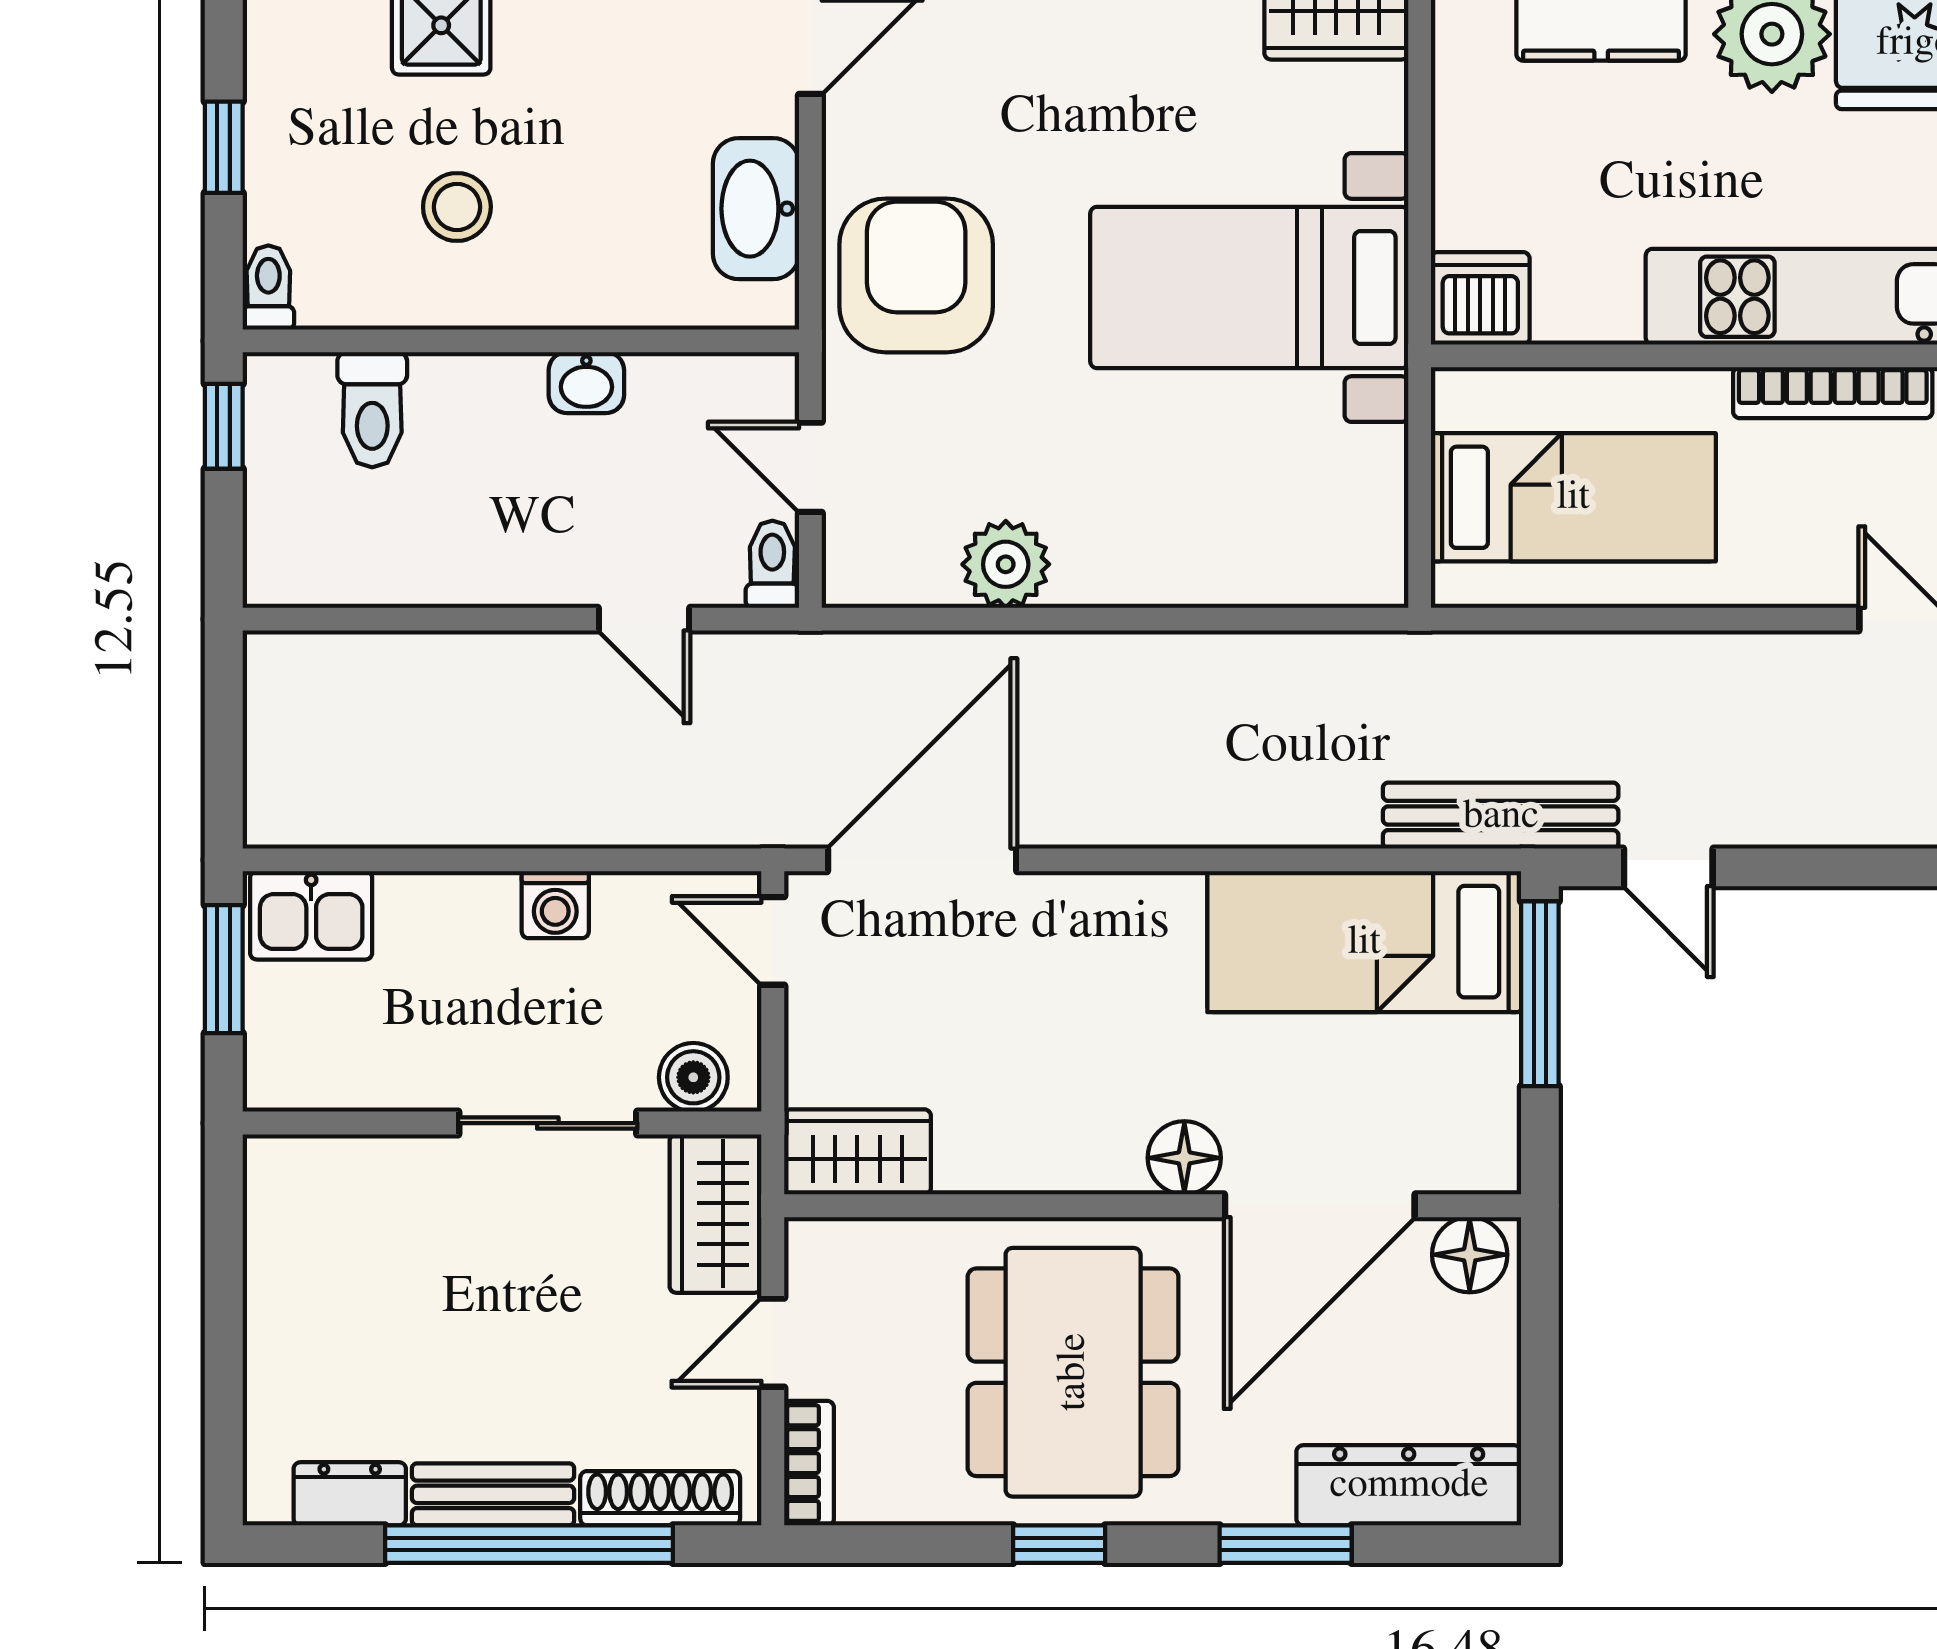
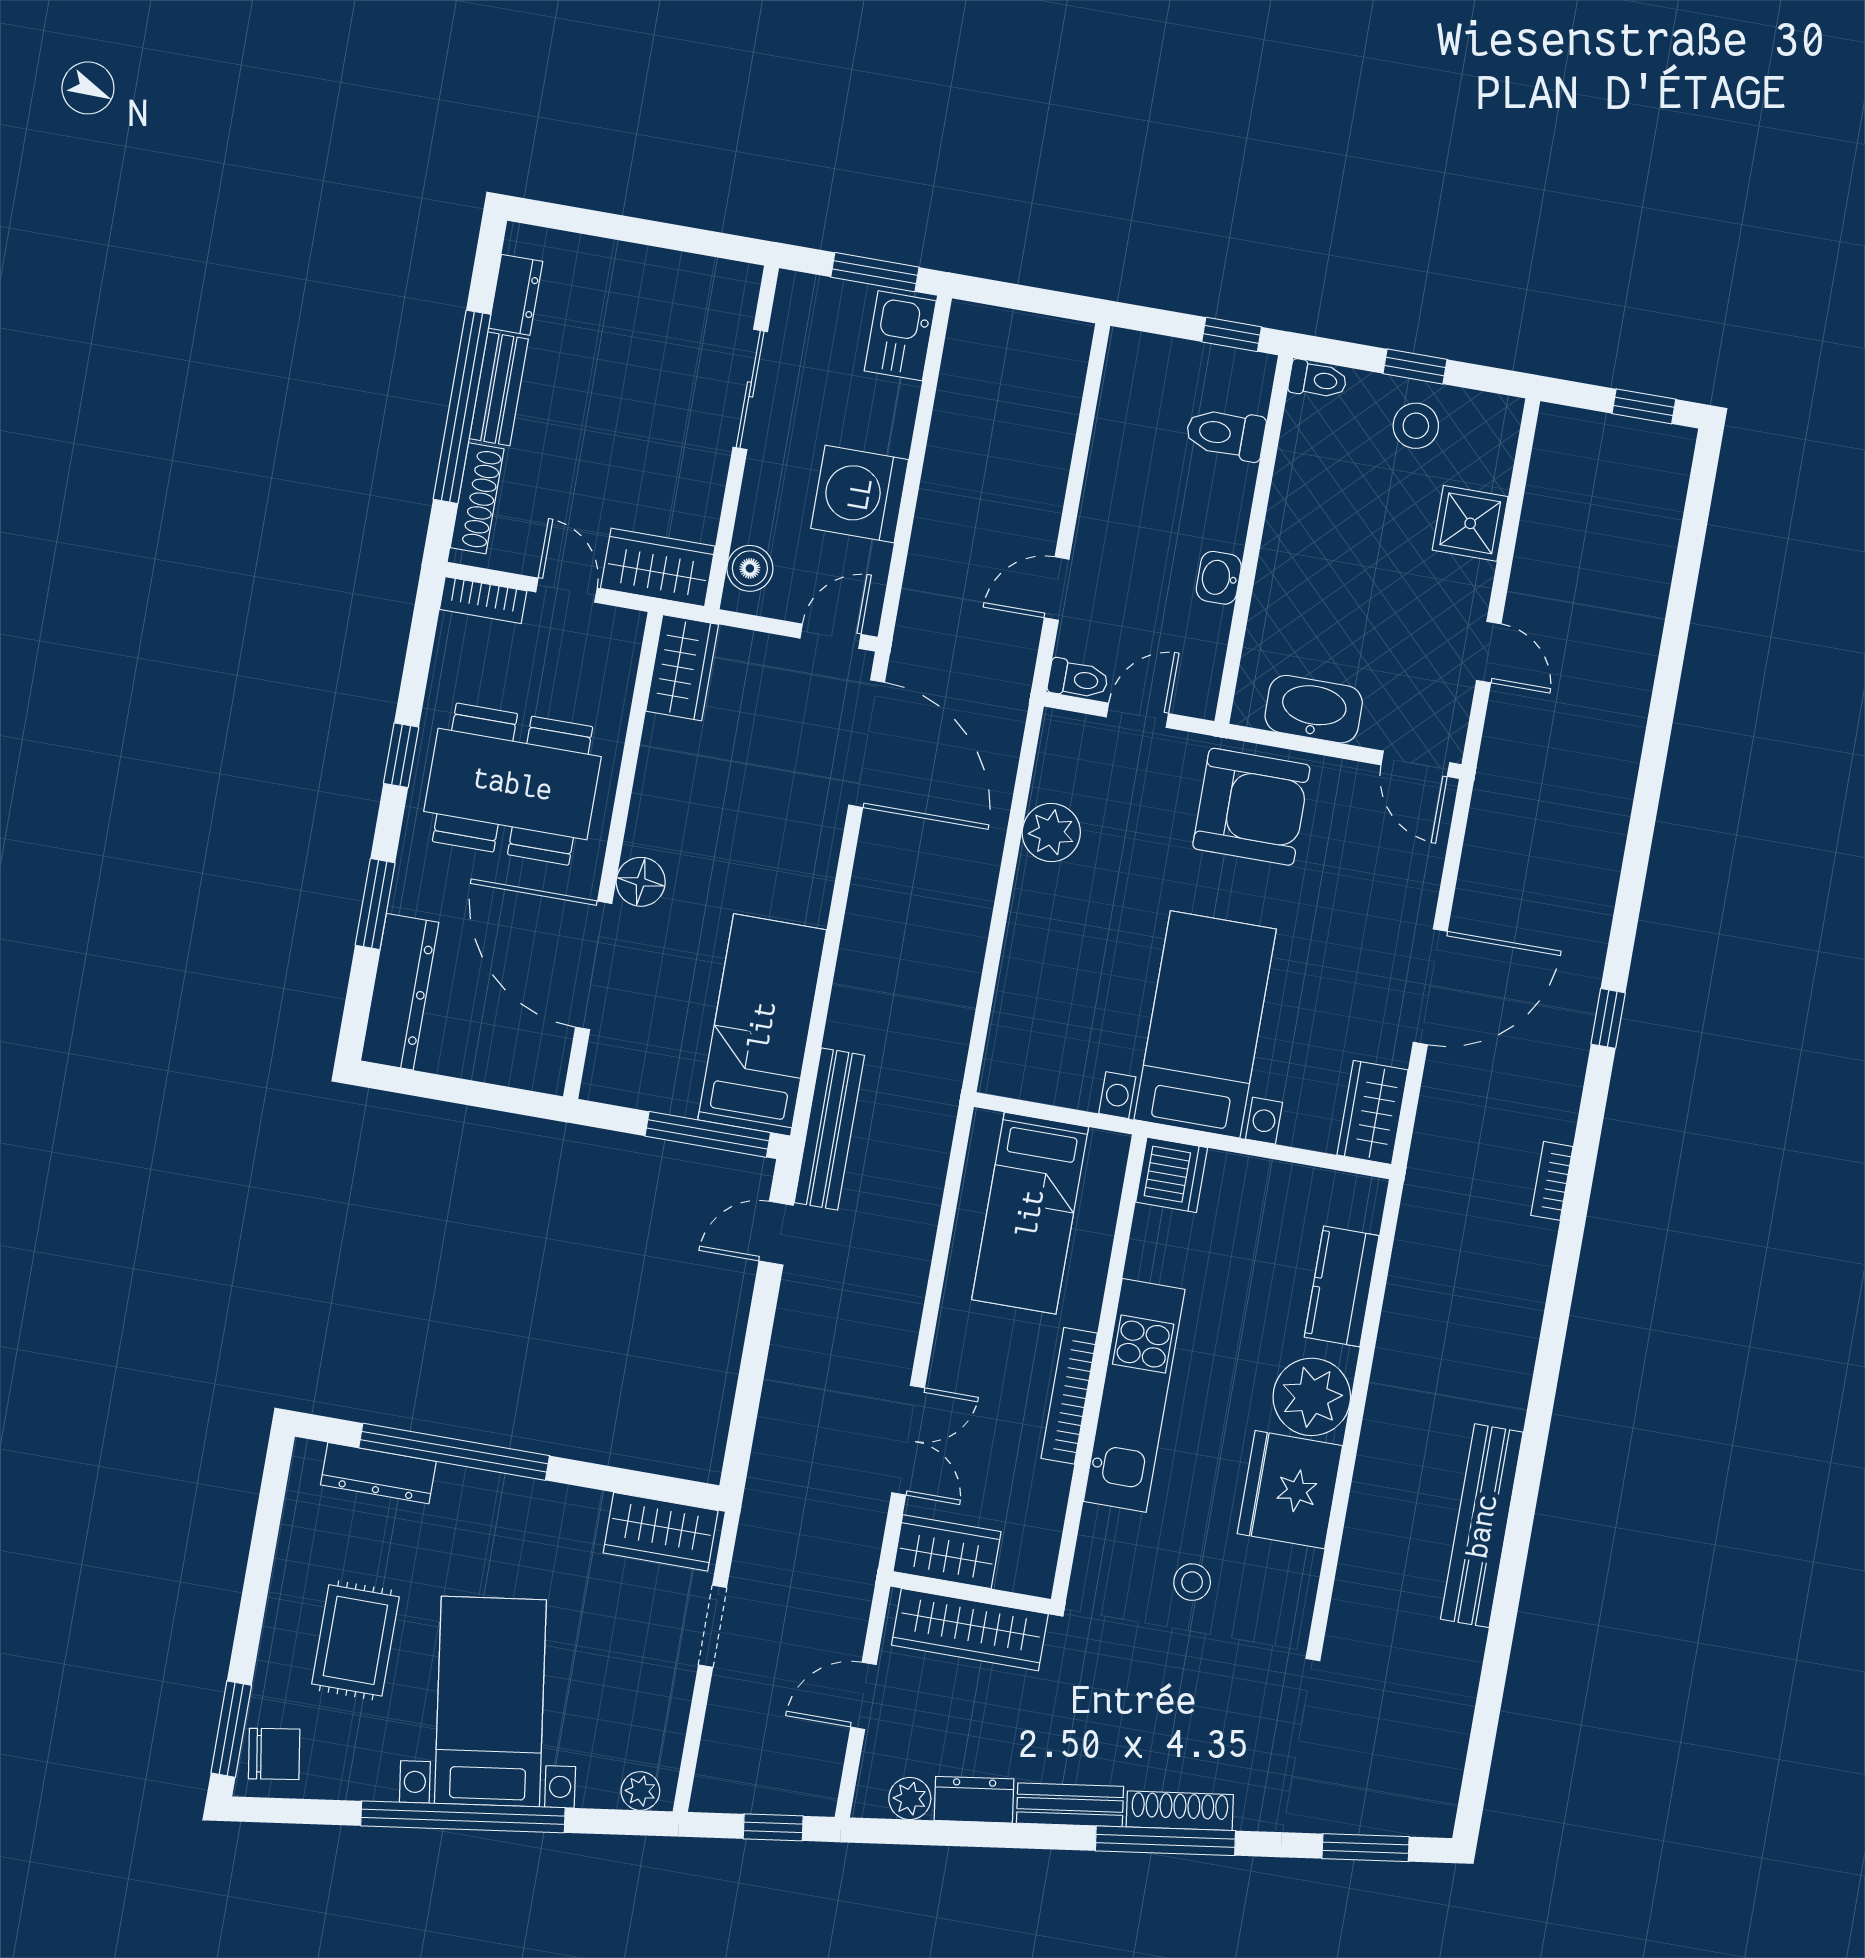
stool: (457, 207) -> (1416, 426), moved
washing machine: (555, 905) -> (860, 494), width x1.89, depth x1.89
sliding door: (548, 1123) -> (750, 389), moved
floor lamp: (1470, 1255) -> (544, 1058), removed

